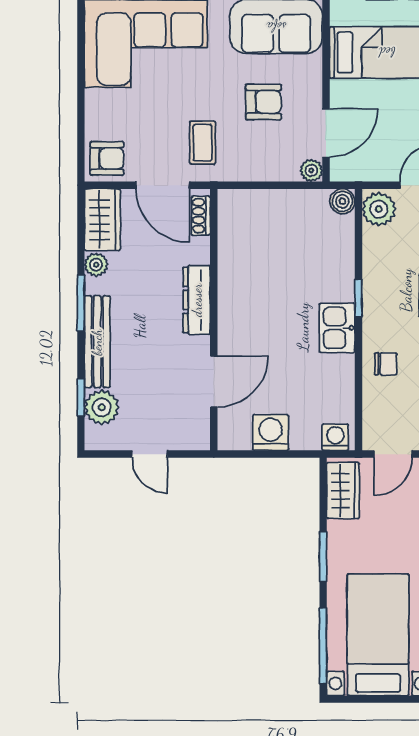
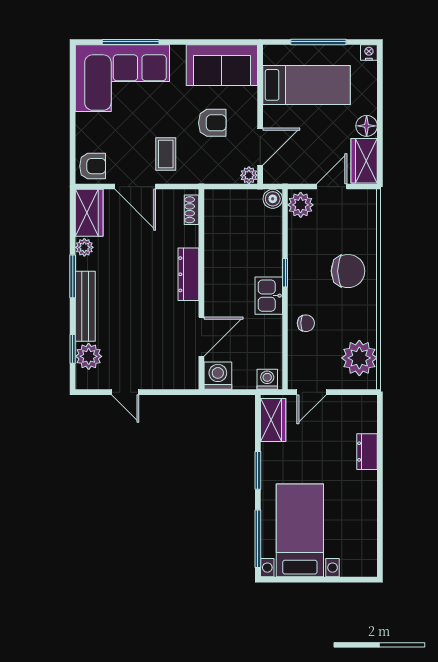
shoe rack: (201, 216) -> (191, 210), moved
dresser: (197, 300) -> (188, 274), moved
wall: (214, 320) -> (201, 289), moved
door: (214, 382) -> (201, 337), moved

